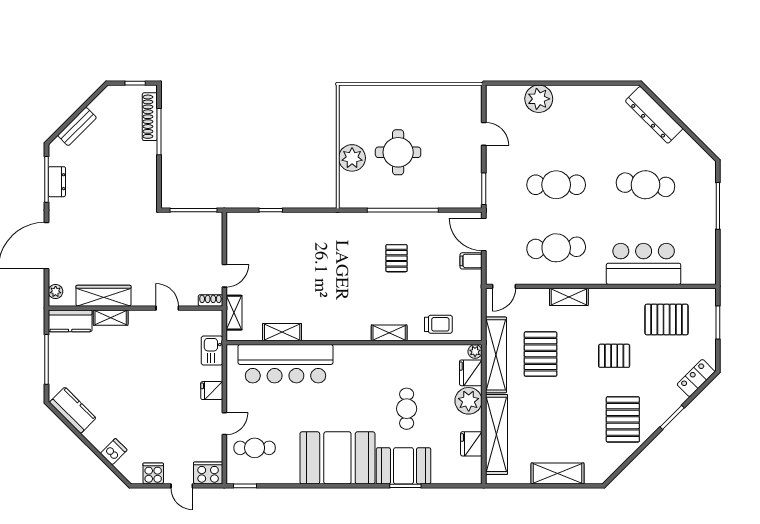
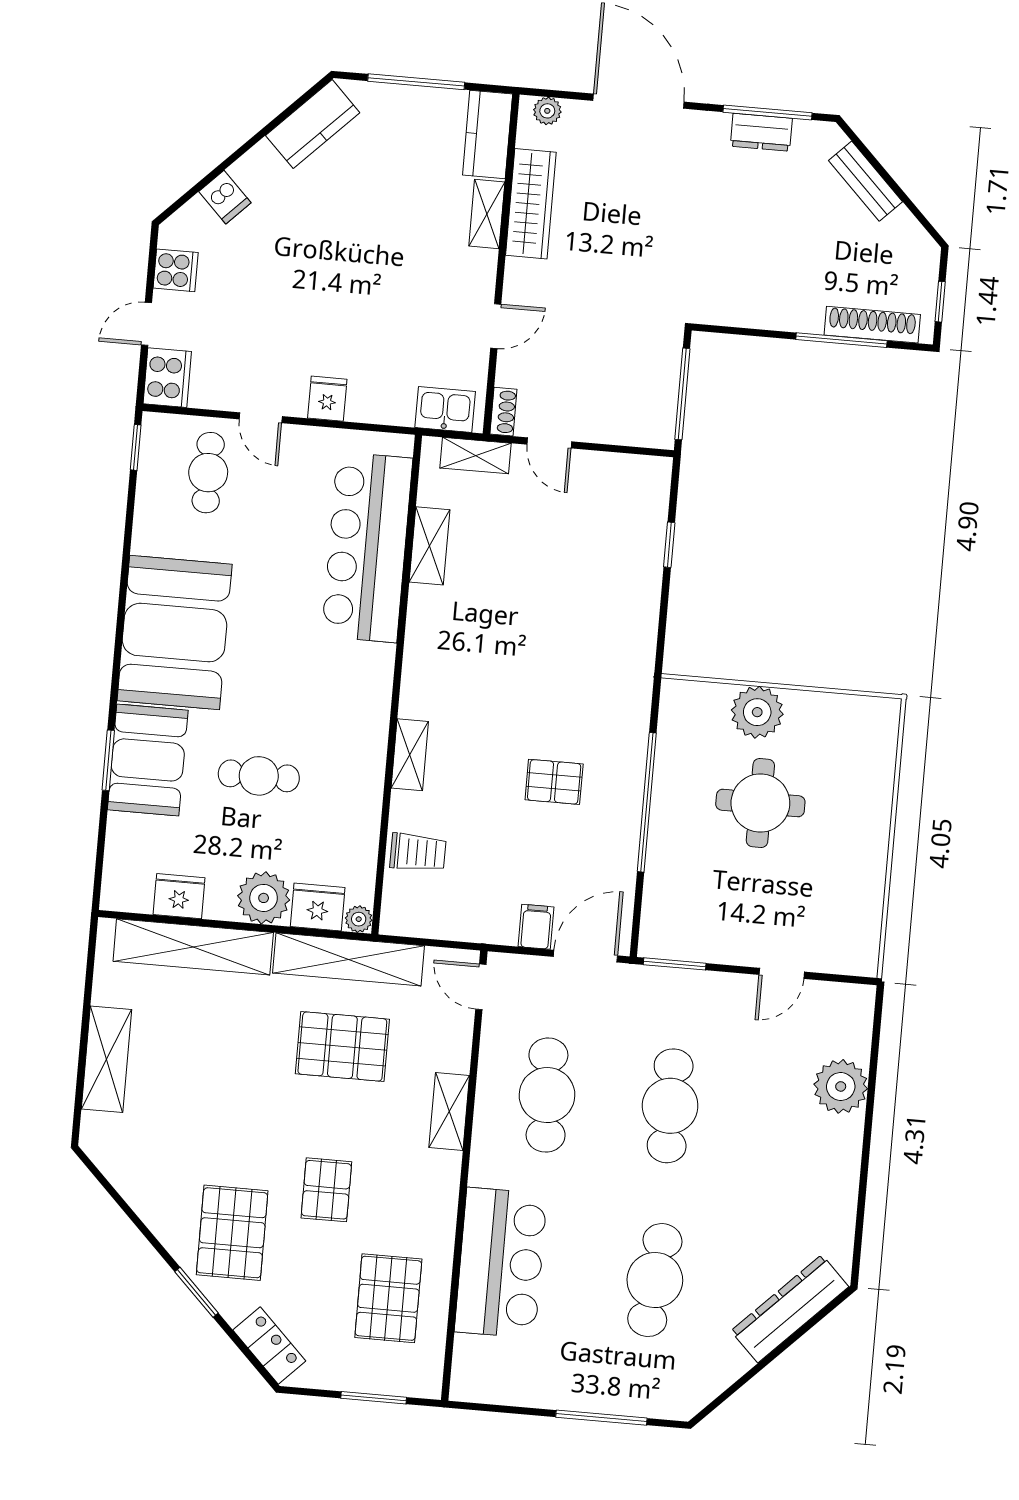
trolley: (438, 324) -> (418, 852), turned -90
kitchen sink: (212, 351) -> (445, 409), moved
pallet: (623, 419) -> (232, 1233), moved, turned 90

